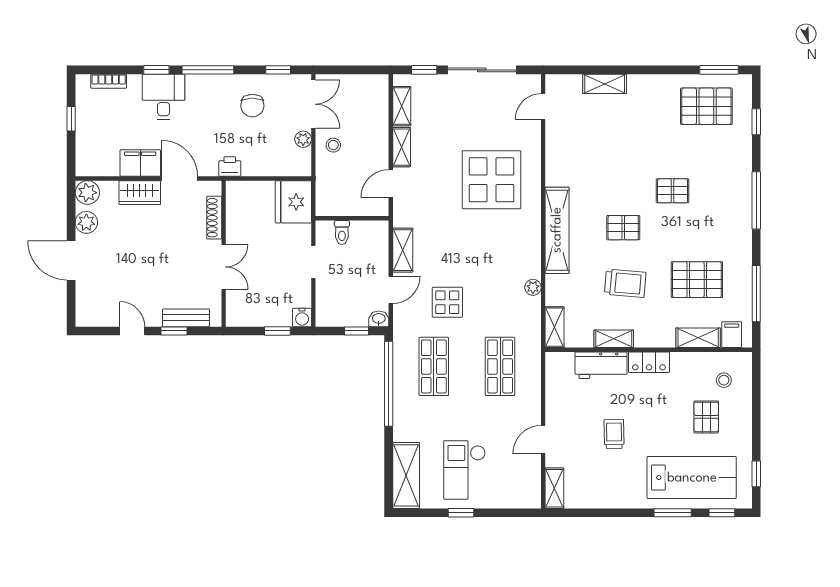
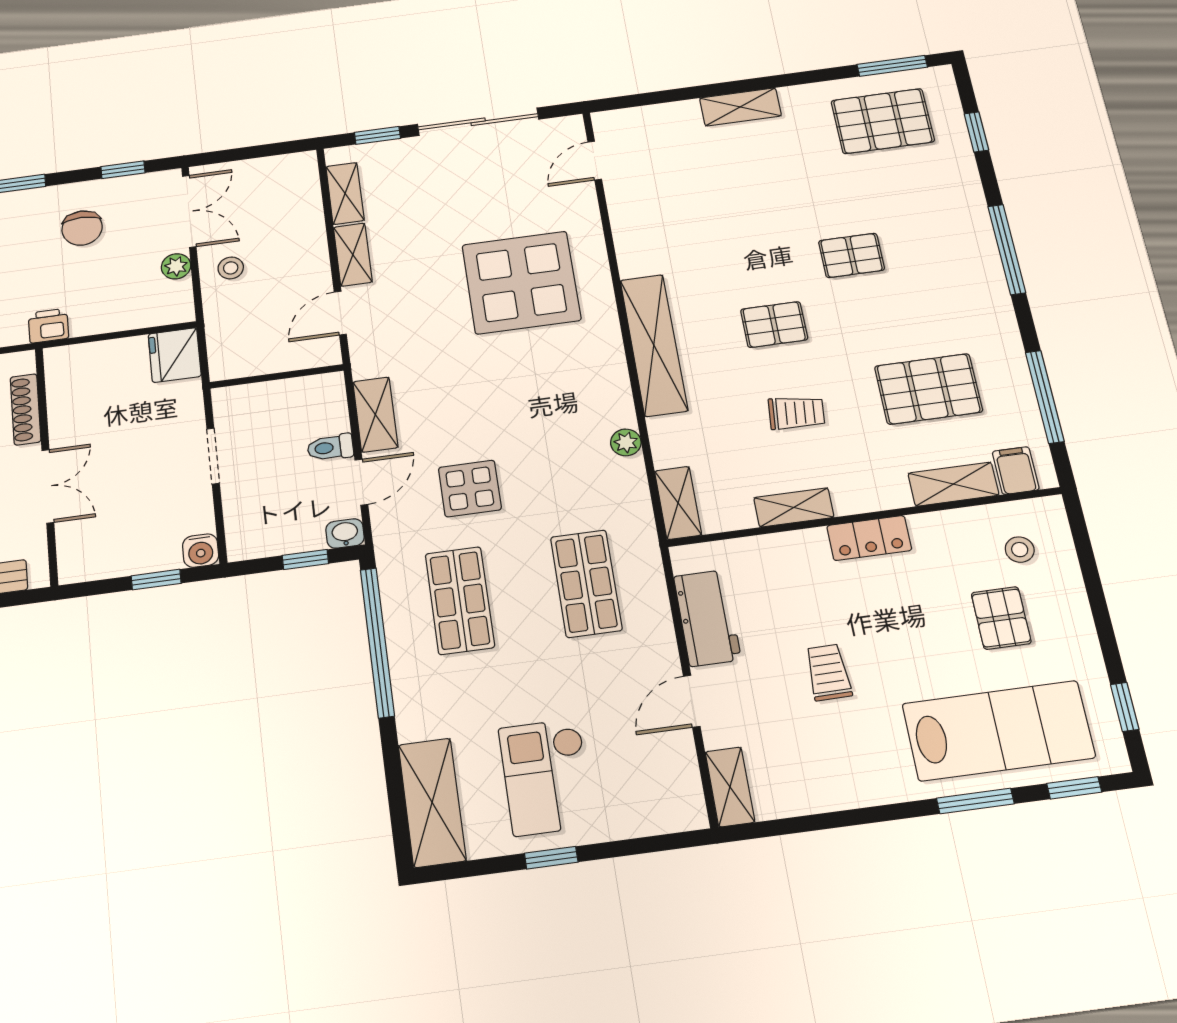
shelving: (605, 84) -> (740, 107), moved
fridge: (293, 202) -> (175, 355), width x0.73, depth x0.75
toilet: (342, 232) -> (330, 447), moved, turned 90
trolley: (625, 283) -> (796, 413), width x0.73, depth x0.72
workbench: (601, 365) -> (707, 618), moved, turned -90

